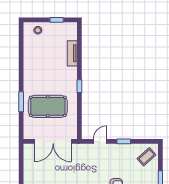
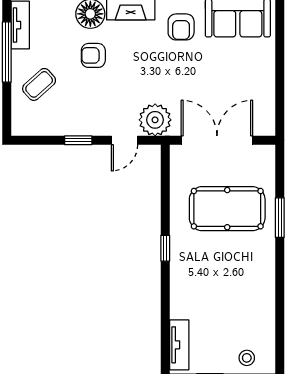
tv unit: (72, 53) -> (179, 345), moved
plant: (85, 152) -> (155, 120), added
coffee table: (147, 157) -> (39, 84), moved

